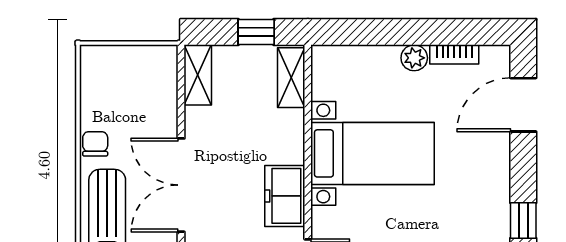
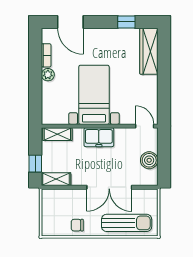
window: (256, 32) -> (35, 164), moved
chair: (95, 144) -> (77, 225), moved
freezer: (285, 196) -> (99, 137), moved

